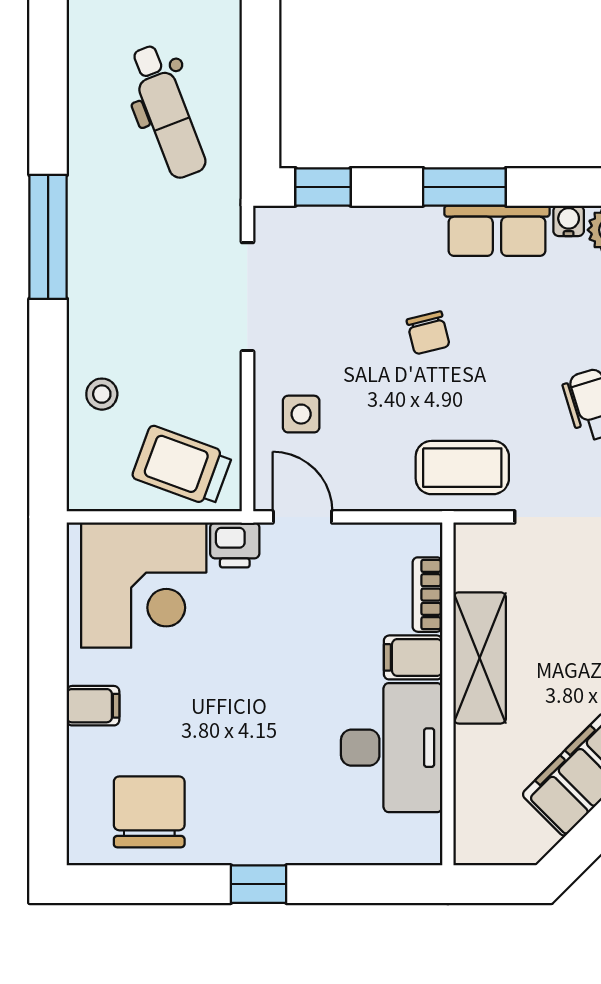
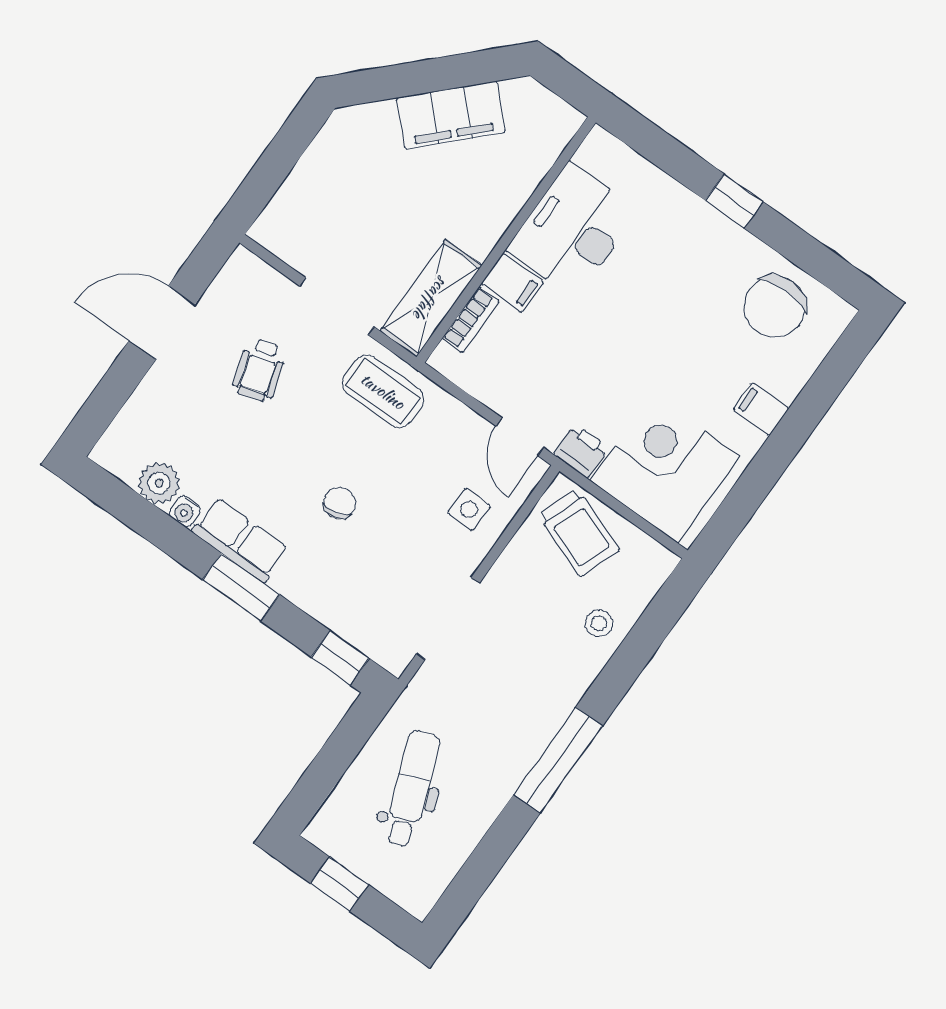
shelving: (480, 658) -> (431, 298), moved

